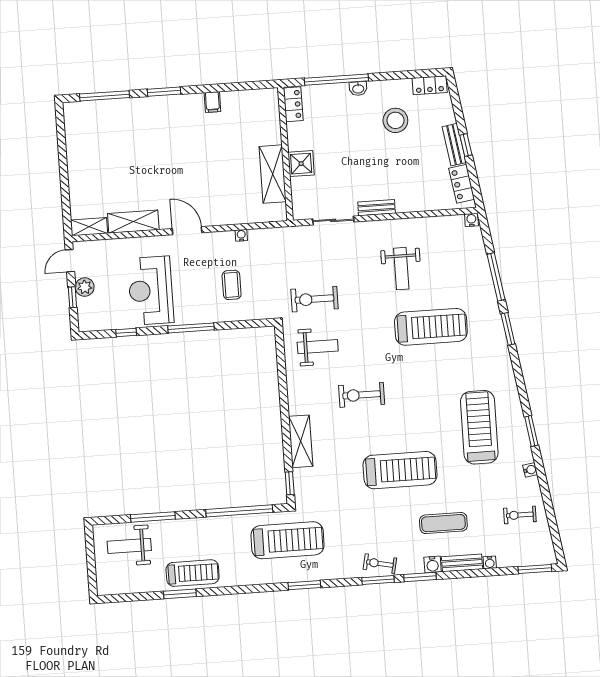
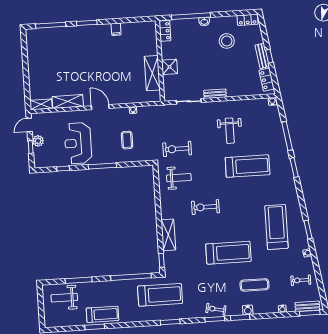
bench: (462, 563) -> (307, 306), moved

